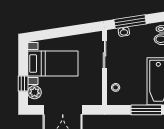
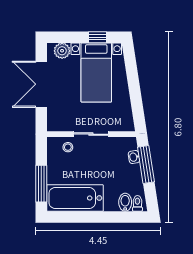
sliding door: (105, 54) -> (91, 134), moved
window: (23, 83) -> (97, 37), moved

